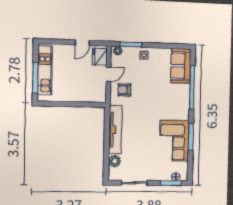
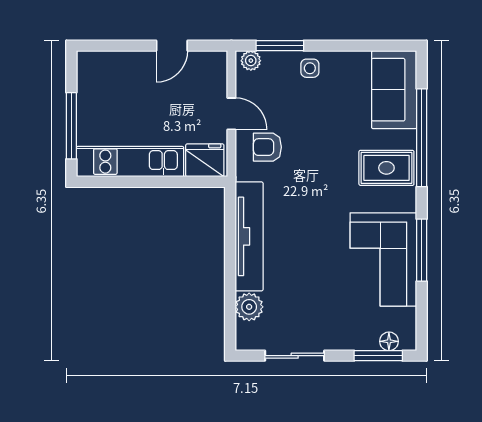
fridge: (100, 57) -> (205, 160), moved, turned 90
kitchen unit: (45, 70) -> (130, 162), moved, turned -90
door: (109, 74) -> (231, 114), hinge flipped
rug: (176, 100) -> (386, 168), added

